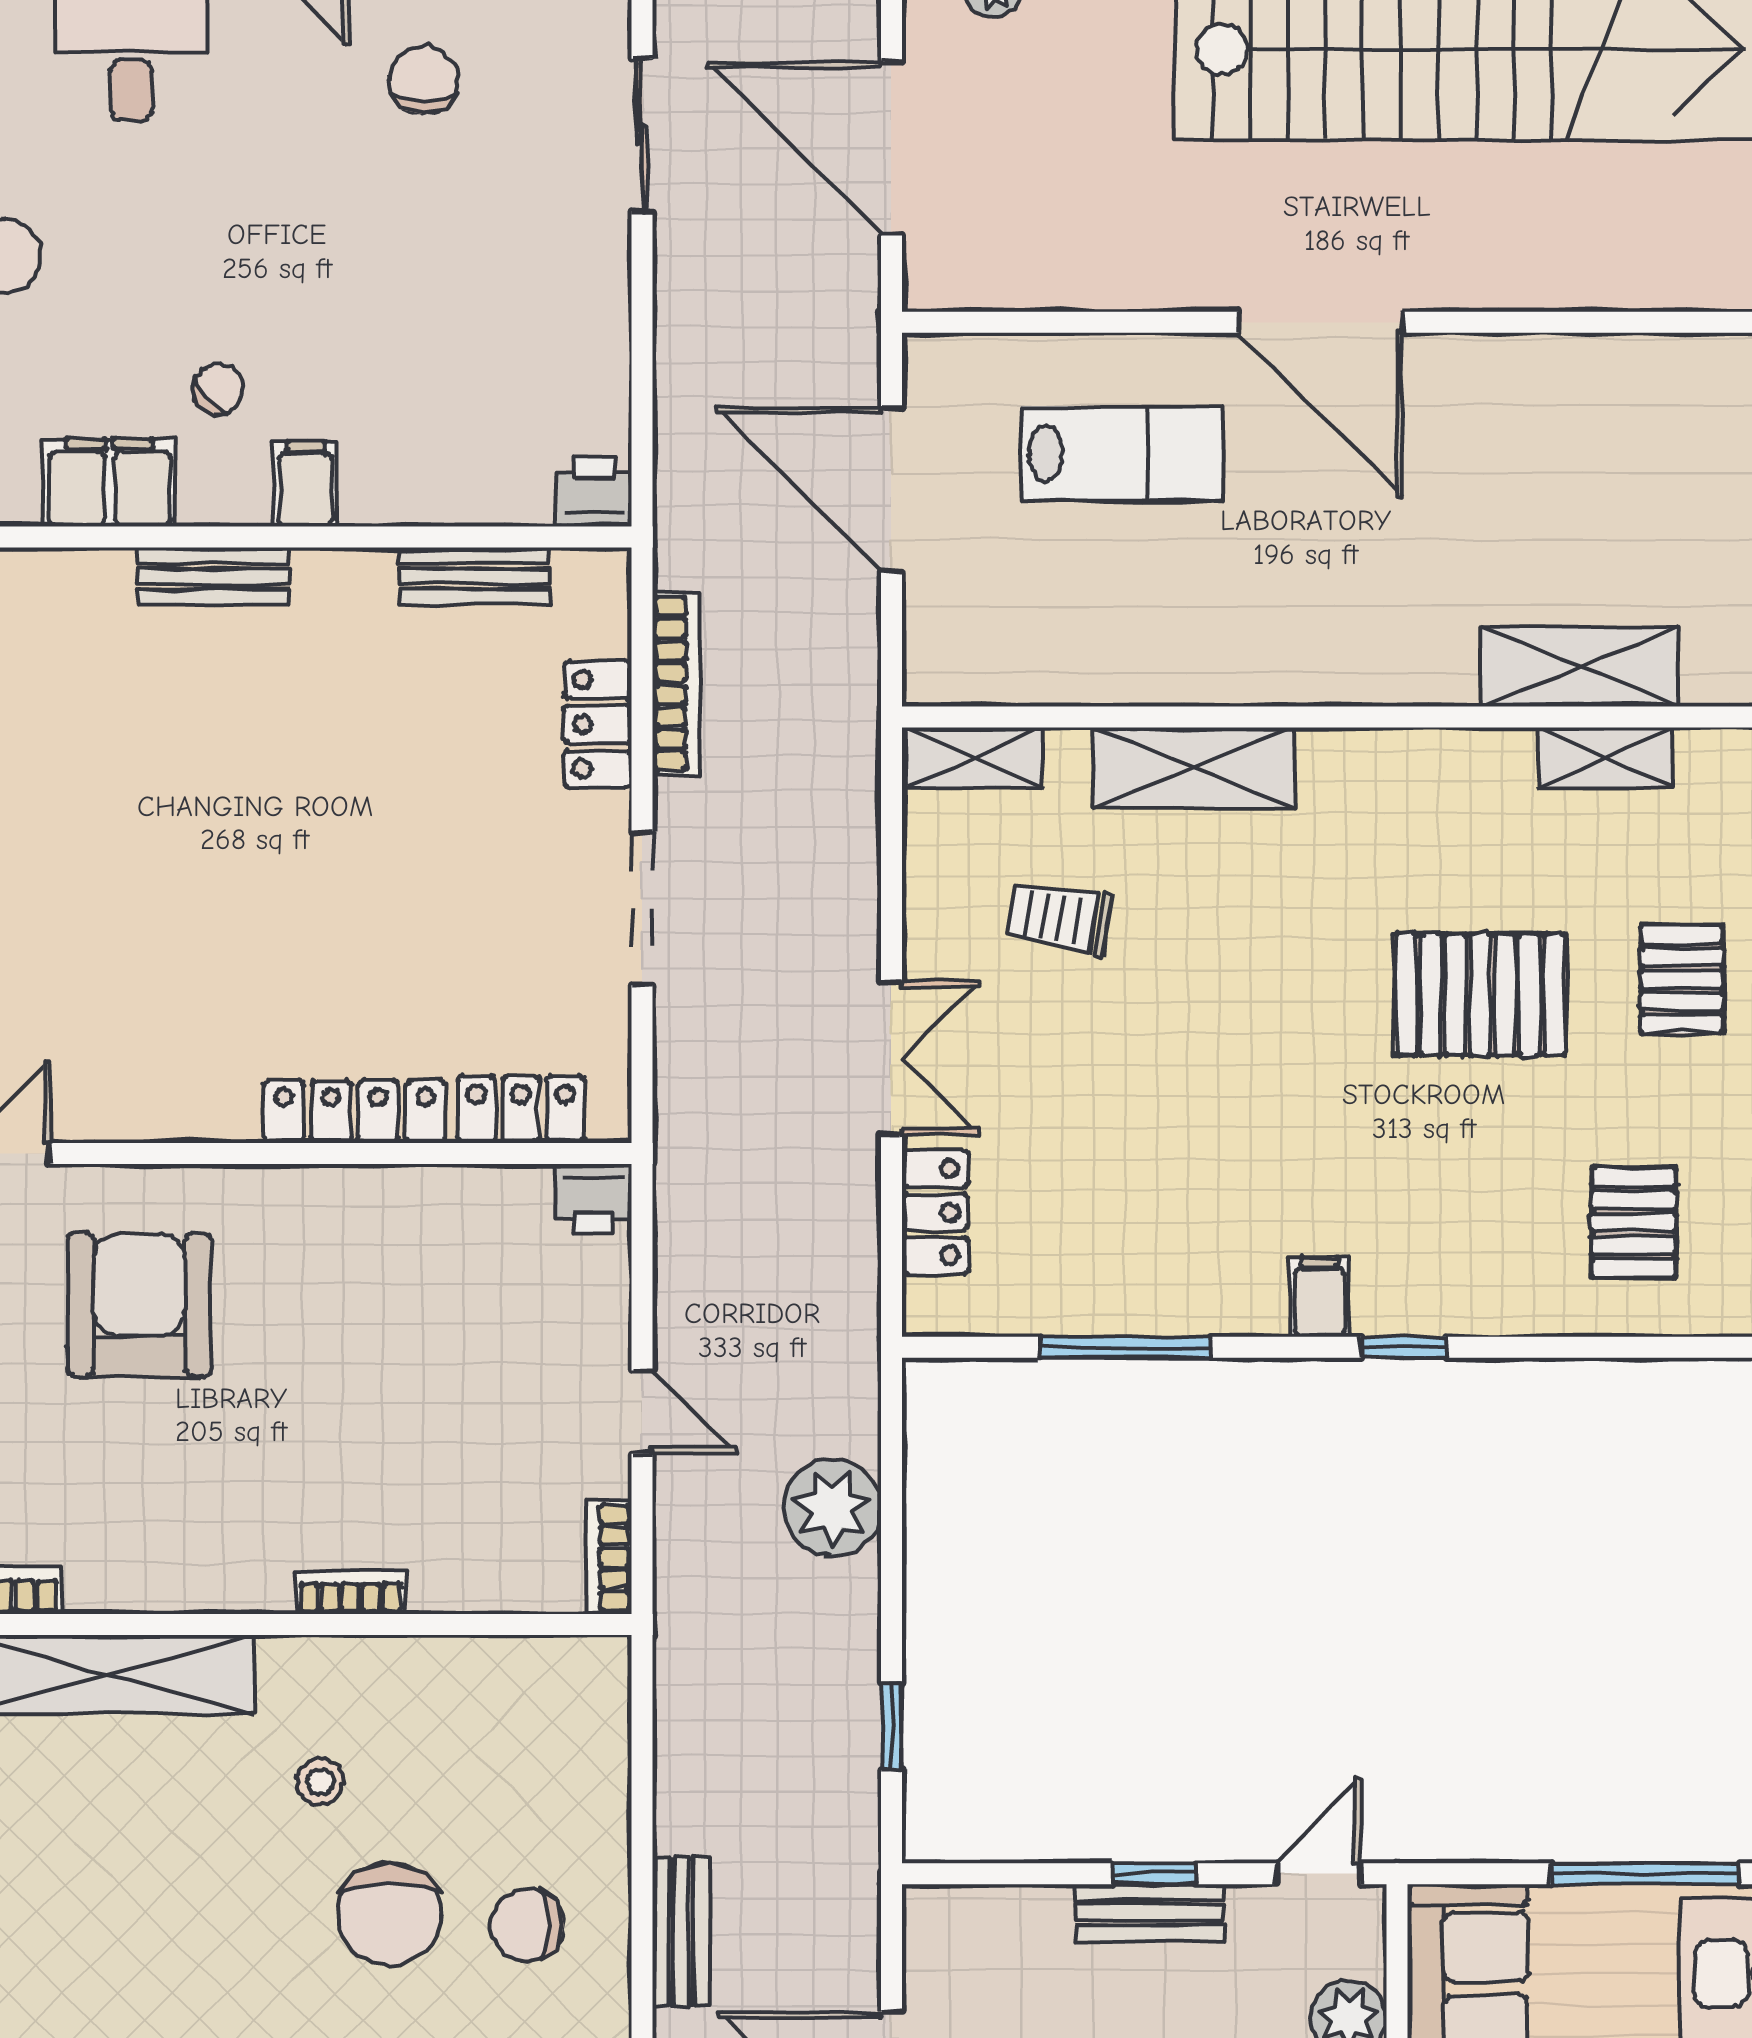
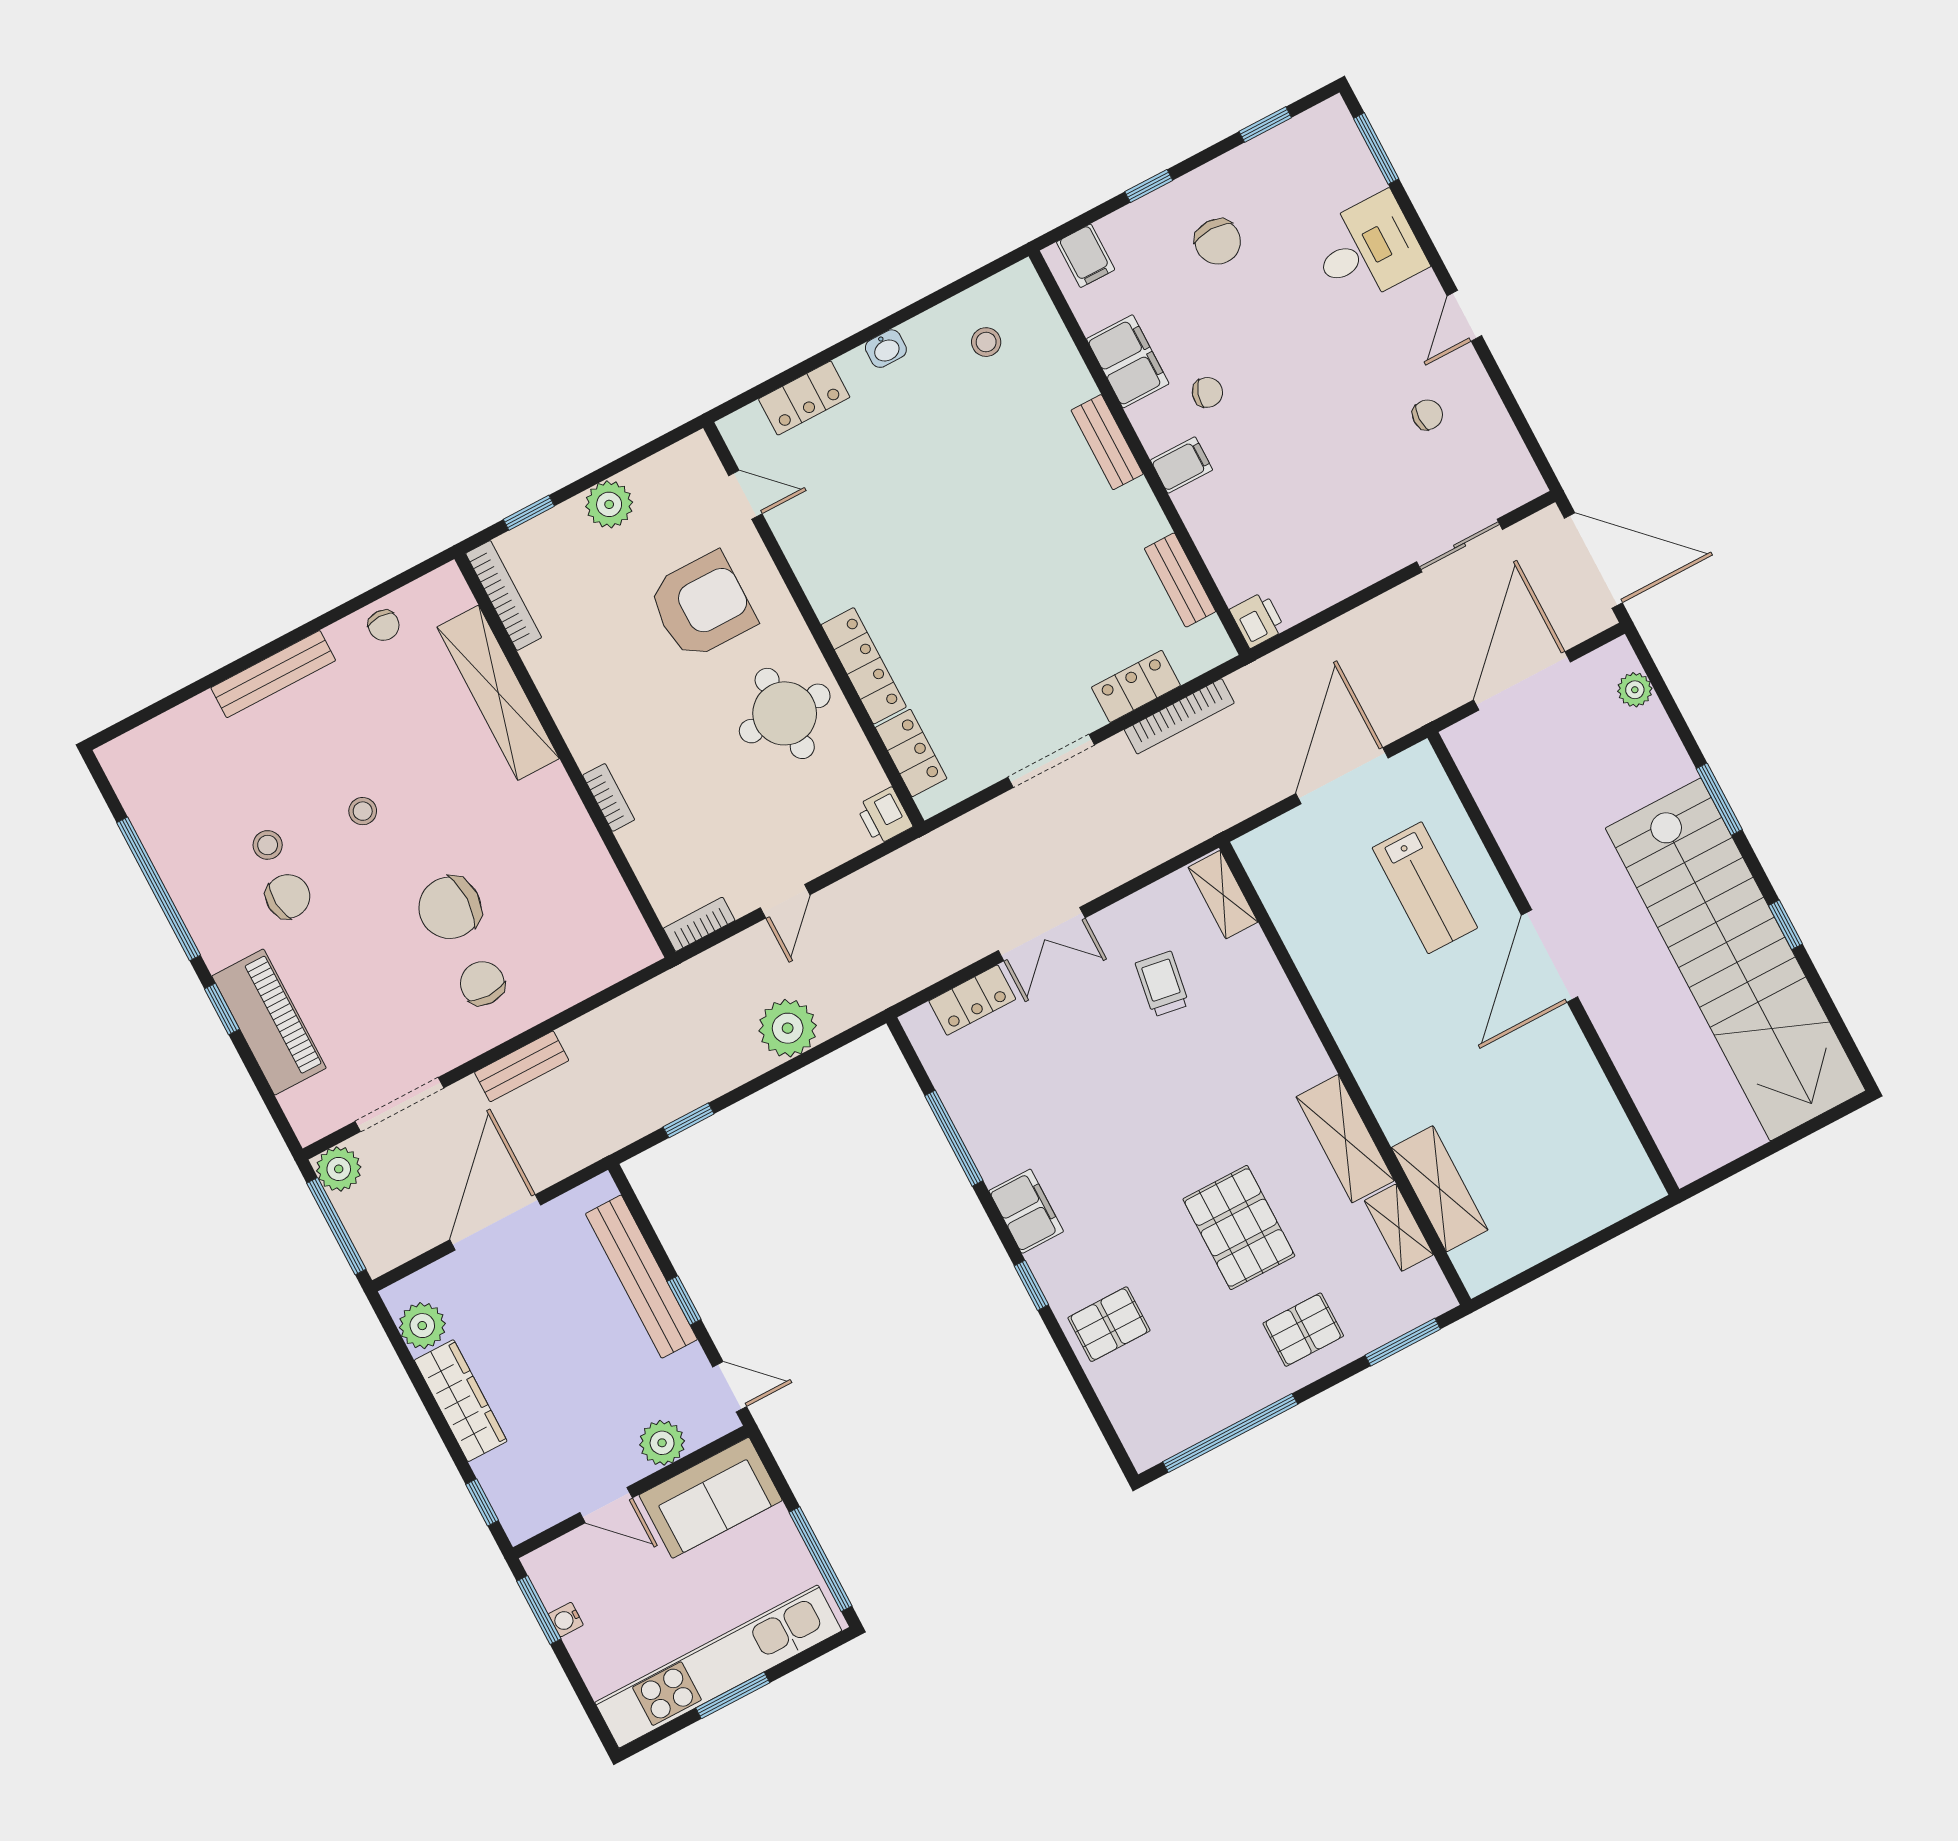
chair: (423, 80) -> (1428, 415), width x0.73, depth x0.73
chair: (218, 389) -> (1207, 392), turned -31
shelving: (1194, 768) -> (1345, 1139), moved
pallet: (1634, 1223) -> (1109, 1324), moved
round table: (364, 1266) -> (785, 713), added
filing cabinet: (1320, 1297) -> (1026, 1211), width x2.00
stool: (320, 1782) -> (363, 811), moved
bench: (1150, 1912) -> (641, 1277), width x1.86, depth x1.21

